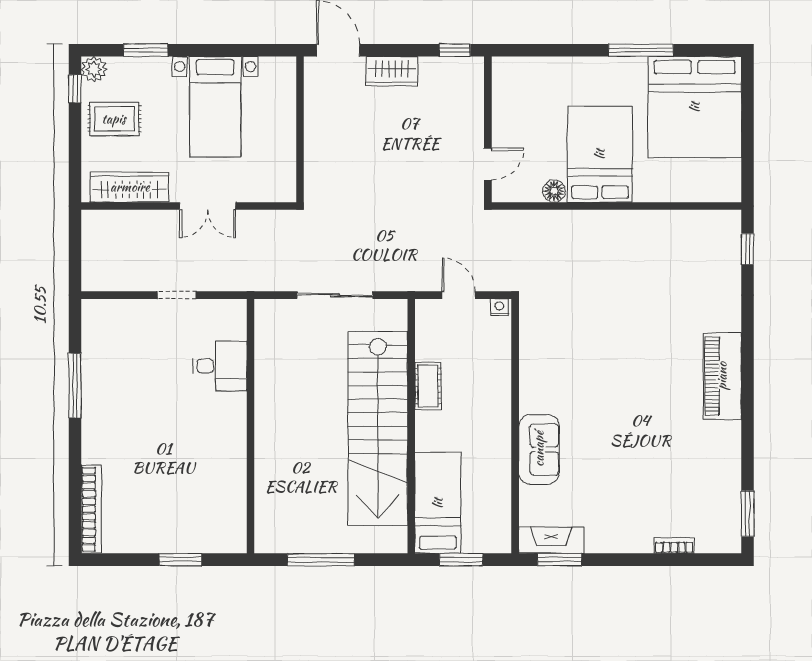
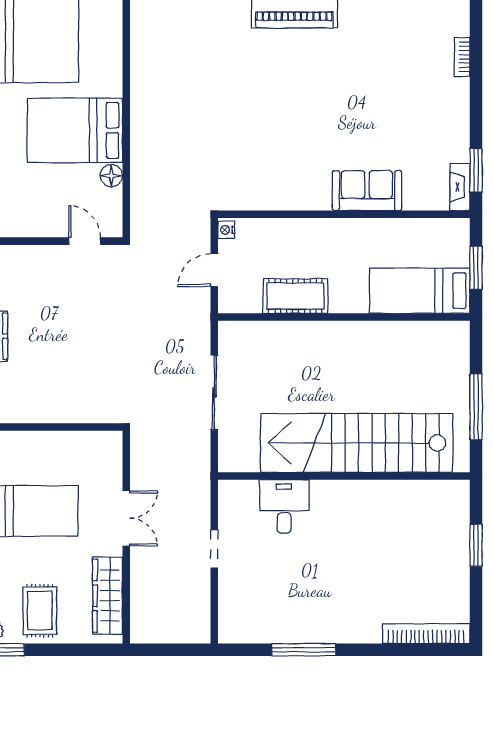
cot: (428, 386) -> (295, 296), width x1.37, depth x1.34
stairs: (378, 428) -> (357, 443), moved, turned 180
fireplace: (551, 540) -> (460, 187), width x0.73, depth x0.76

